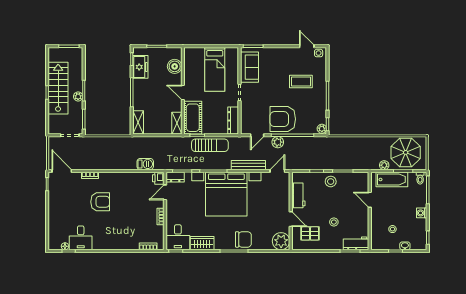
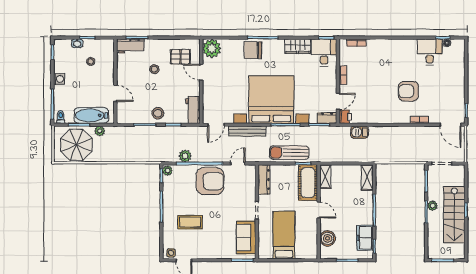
plant: (278, 142) -> (185, 156), moved
workbench: (298, 195) -> (193, 110), moved

